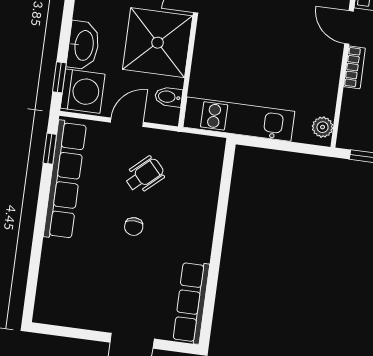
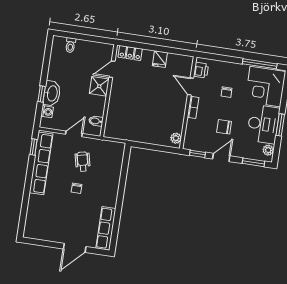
shower: (158, 43) -> (99, 86), width x0.54, depth x0.54
window: (59, 77) -> (42, 94), moved
washing machine: (83, 91) -> (47, 112), width x0.53, depth x0.53
kitchen unit: (239, 119) -> (132, 133), removed
wheelchair: (145, 175) -> (83, 162), turned -61

